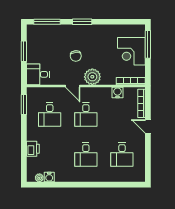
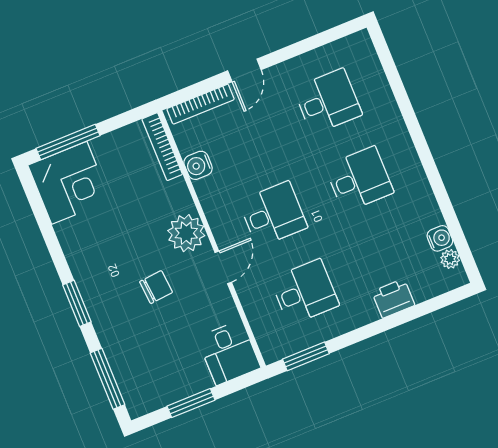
corner desk: (131, 51) -> (69, 183), moved

